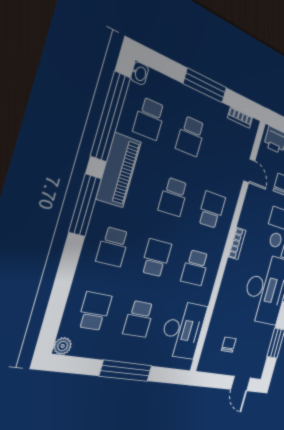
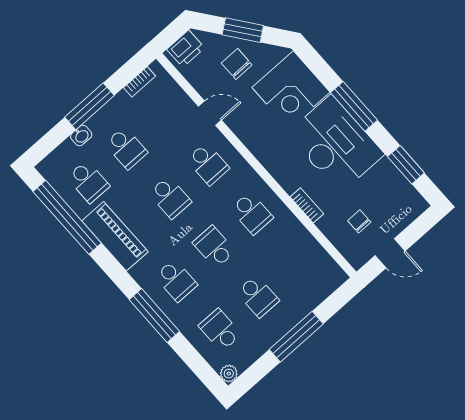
washbasin: (140, 73) -> (81, 136), moved, turned 90
door: (249, 171) -> (210, 113), moved
window: (85, 205) -> (154, 316), moved
school desk: (212, 210) -> (208, 164), turned 180
bookcase: (237, 244) -> (307, 205), moved
desk: (183, 330) -> (303, 261), removed
door: (241, 384) -> (390, 253), moved

